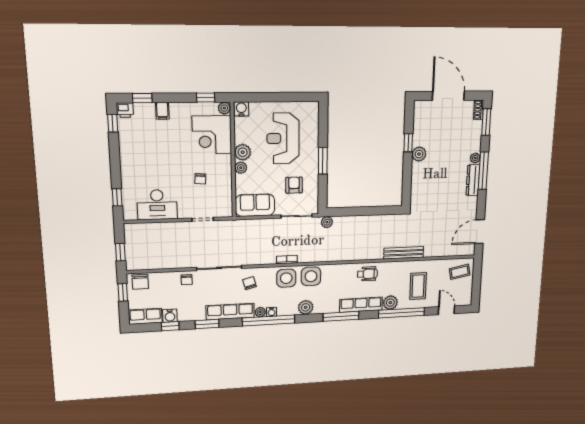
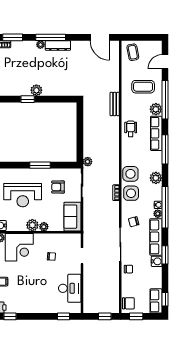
bench: (404, 253) -> (115, 104), width x0.73
water cooler: (170, 316) -> (157, 261), moved
window: (170, 326) -> (165, 299), moved

